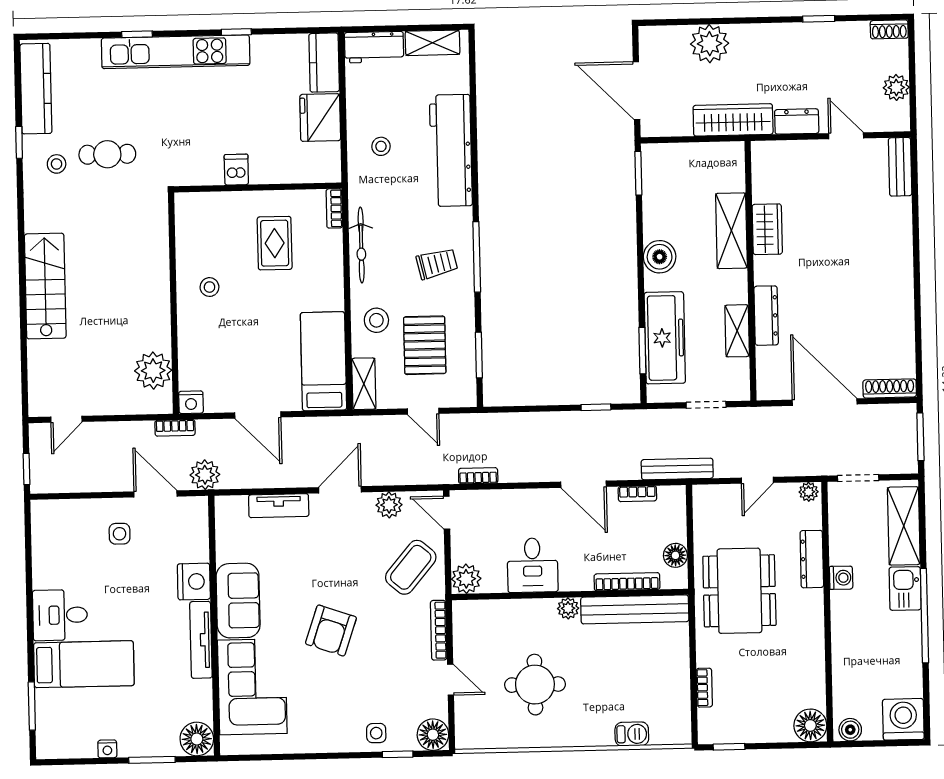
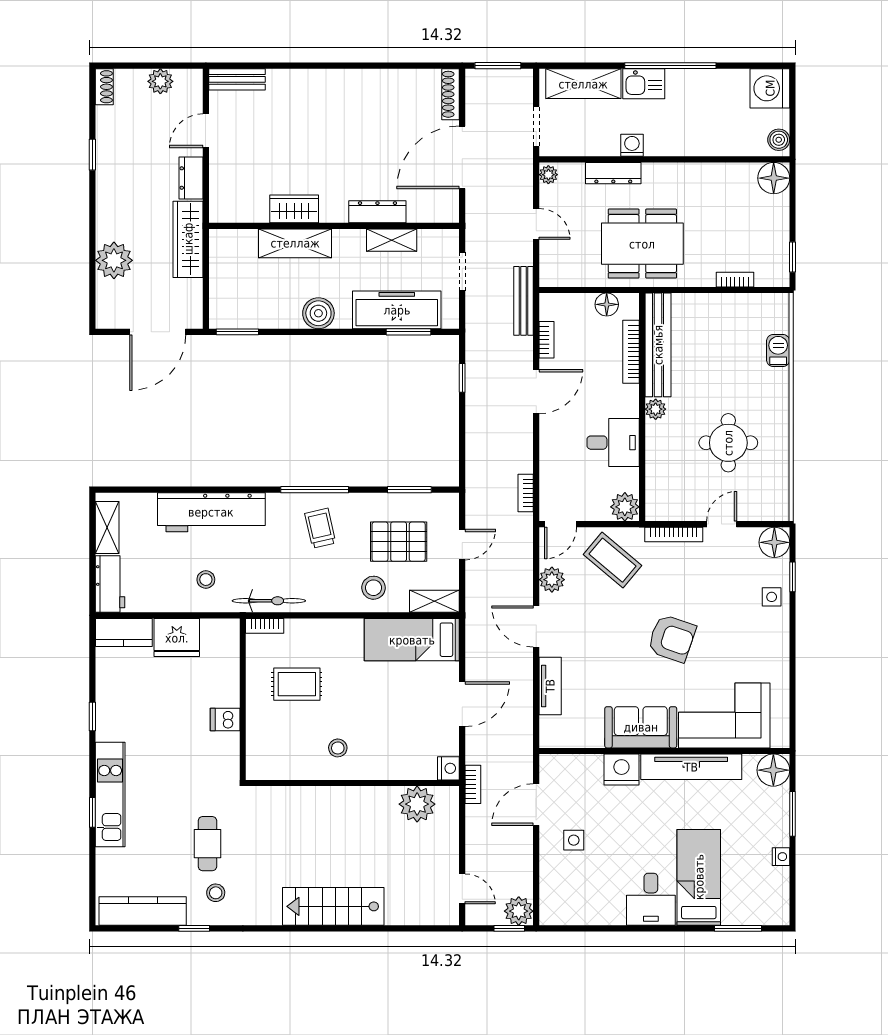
kitchen unit: (176, 52) -> (110, 795), width x0.73
bicycle: (361, 245) -> (269, 601), moved
plant: (205, 475) -> (519, 911), moved
tv unit: (201, 640) -> (691, 767), width x1.36, depth x1.29

